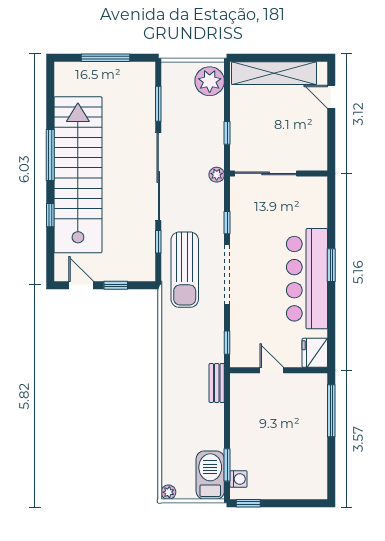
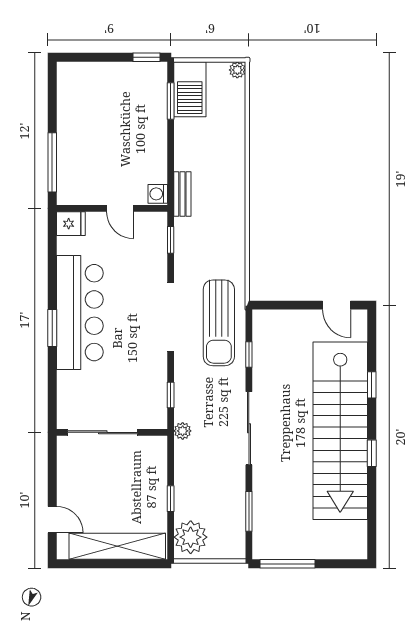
window: (105, 58) -> (288, 564), moved
window: (227, 133) -> (171, 499), moved
window: (50, 155) -> (372, 453), width x0.46
sliding door: (266, 173) -> (103, 432), moved
sliding door: (158, 177) -> (249, 428), width x0.73
window: (227, 223) -> (171, 395), moved
sun lounger: (185, 270) -> (219, 323), turned 180
window: (116, 285) -> (297, 305), removed
fridge: (315, 353) -> (71, 224), width x0.72
washing machine: (238, 479) -> (158, 194), moved

